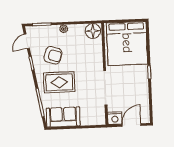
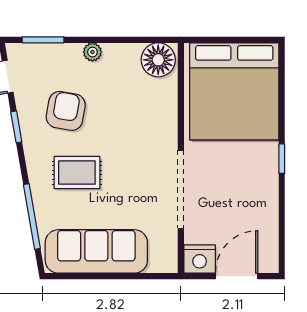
armchair: (53, 55) -> (66, 111), turned -98
rug: (59, 82) -> (77, 173), width x0.73, depth x0.70
sofa: (63, 117) -> (96, 251), width x1.36

